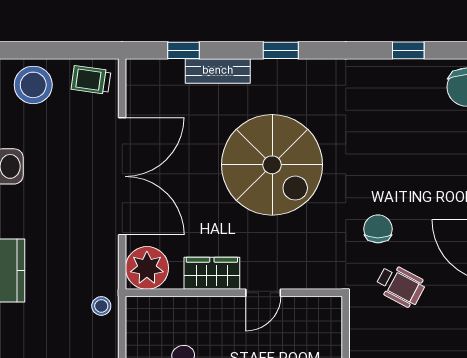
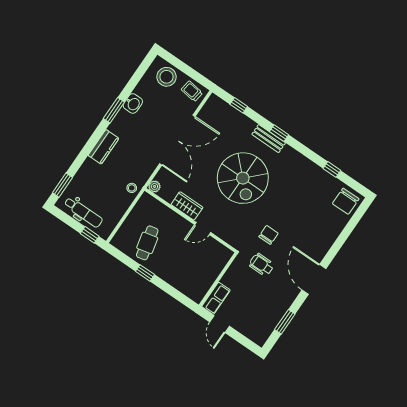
bench: (218, 71) -> (269, 139), moved
plant: (147, 268) -> (154, 186), width x0.53, depth x0.53
wheelchair: (400, 286) -> (262, 265), turned 152

